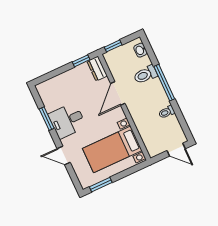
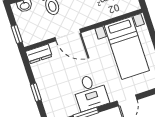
window: (81, 61) -> (36, 92), moved

